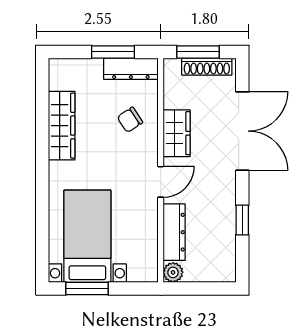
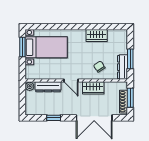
wardrobe: (62, 126) -> (97, 35), width x0.67

